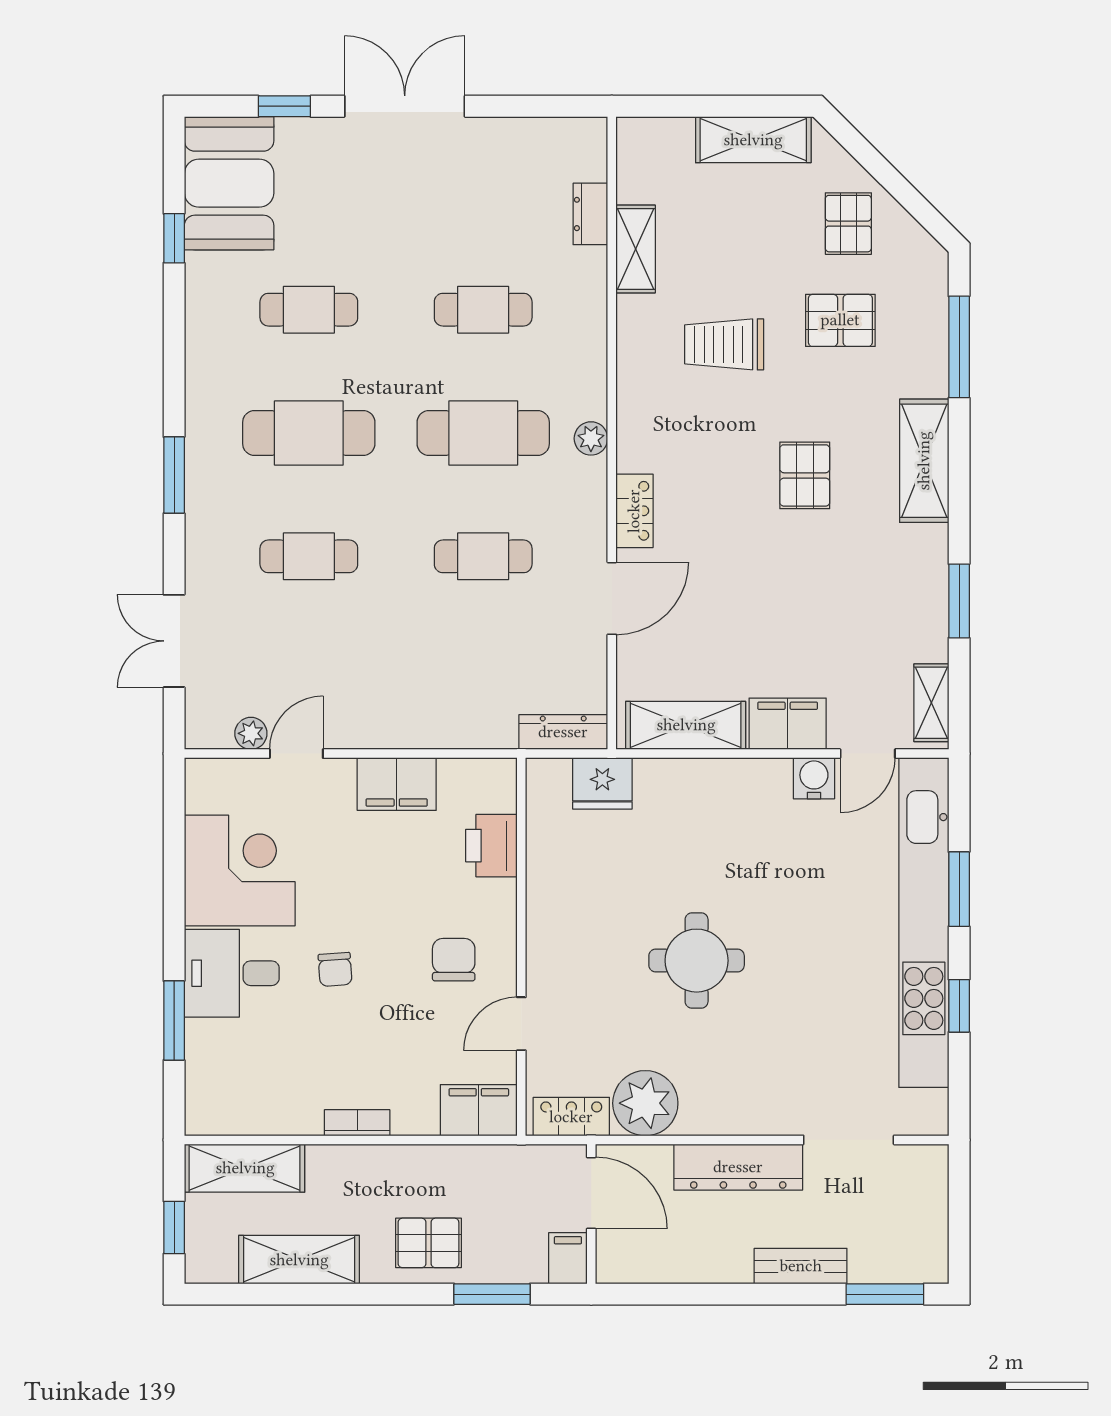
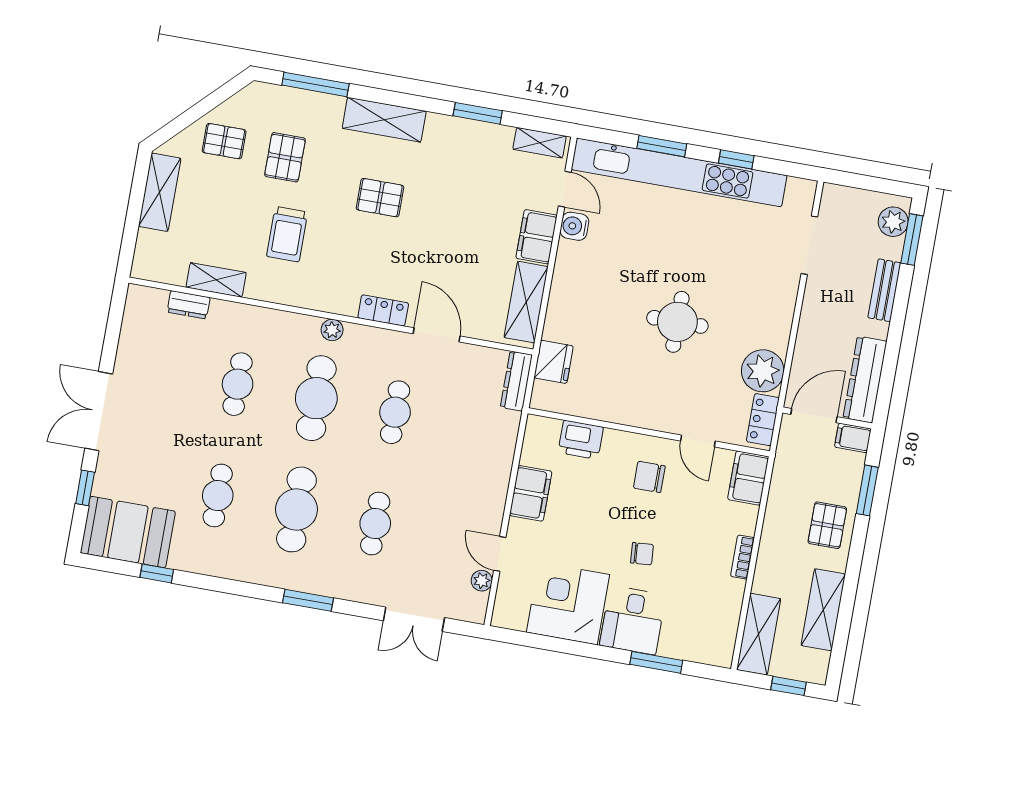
dresser: (738, 1167) -> (865, 380), moved, turned 180
plant: (907, 1261) -> (893, 222), added

